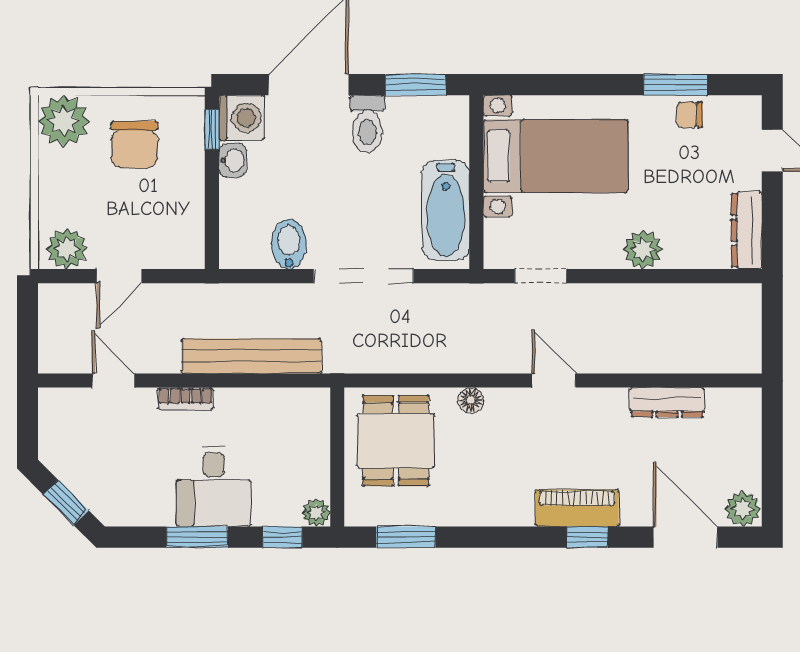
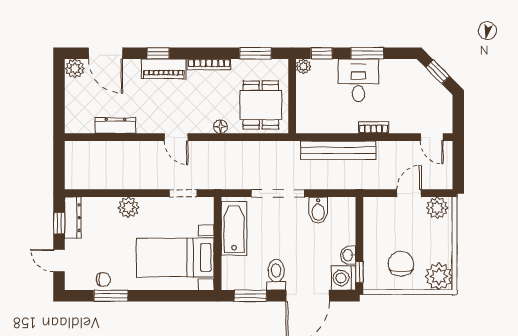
window: (772, 220) -> (59, 223), added
door: (113, 380) -> (432, 137), moved
bookcase: (492, 516) -> (209, 64), added

